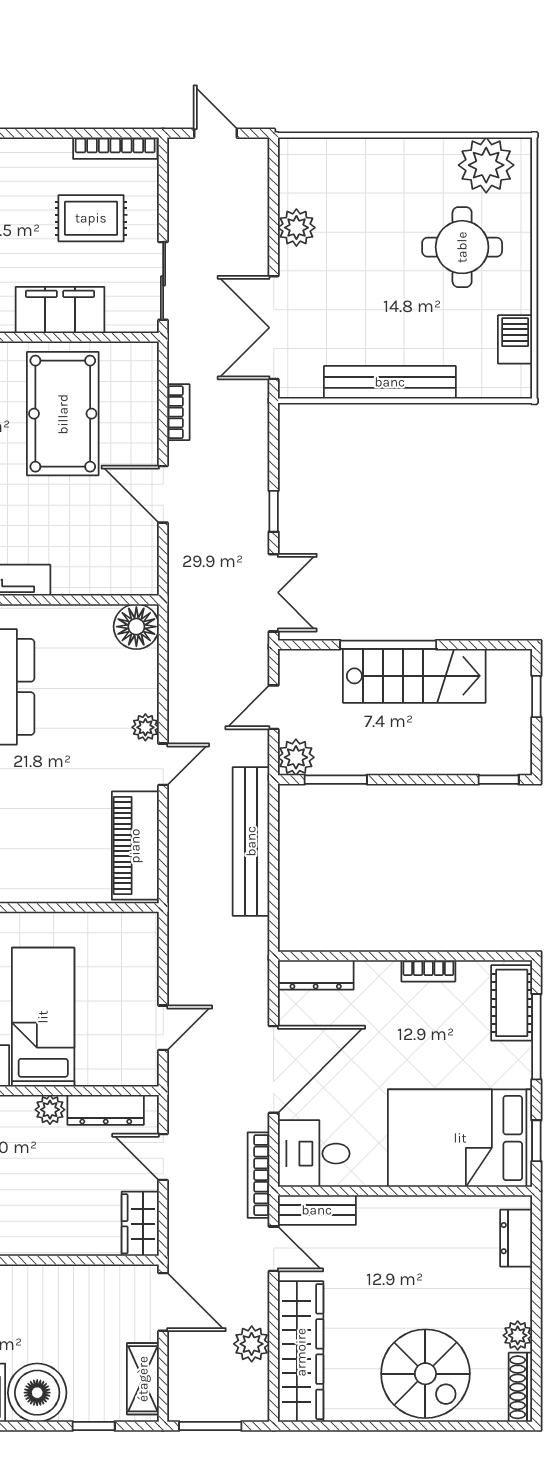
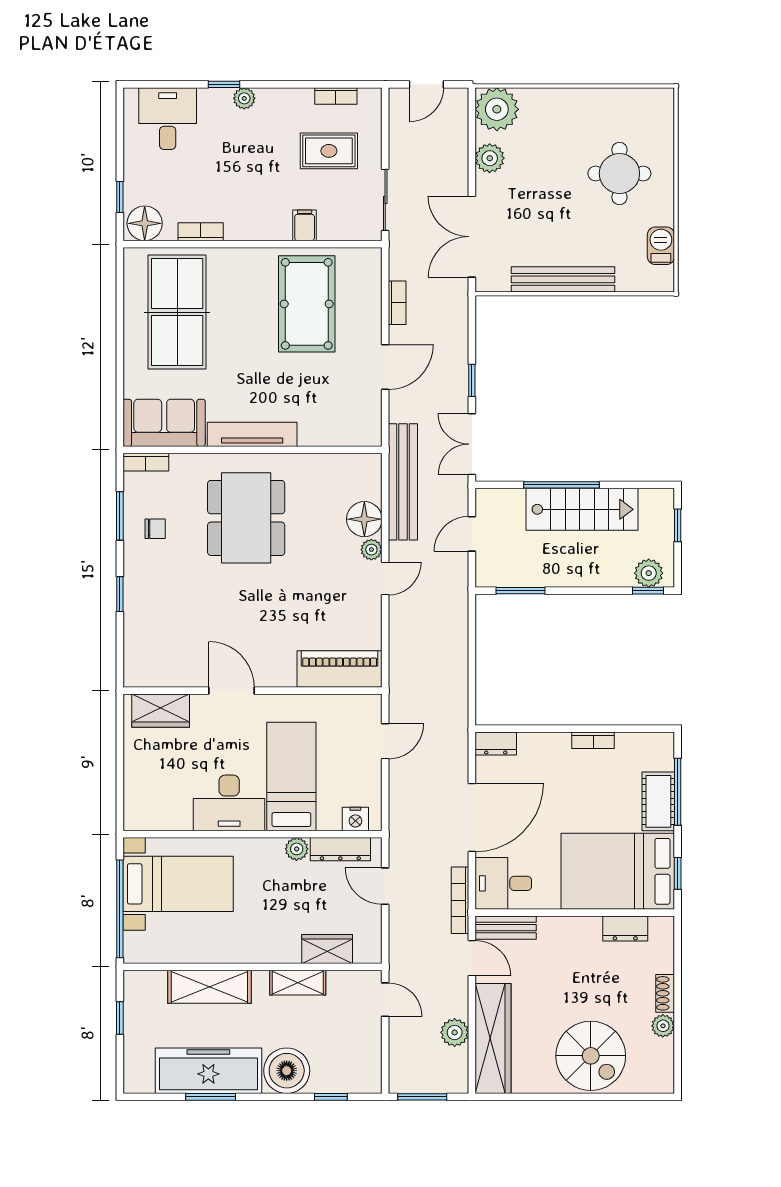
door: (216, 133) -> (426, 84), swing flipped
bookcase: (115, 148) -> (336, 96), width x0.64
plant: (486, 165) -> (497, 109), moved
filing cabinet: (60, 310) -> (305, 225), width x0.33, depth x0.86
door: (163, 494) -> (385, 367), swing flipped
double door: (274, 593) -> (472, 444), swing flipped
floor lamp: (136, 627) -> (364, 519), moved
plant: (296, 757) -> (649, 573), moved
bench: (251, 841) -> (403, 482), moved
piano: (135, 846) -> (340, 669), moved, turned 90
dresser: (316, 975) -> (496, 743), width x0.70
cot: (512, 1003) -> (658, 801), moved
door: (163, 1028) -> (385, 741), moved
nightstand: (125, 1071) -> (355, 819), added
wardrobe: (140, 1224) -> (327, 949), moved, turned 90
dresser: (516, 1238) -> (625, 929), moved, turned -90
door: (163, 1302) -> (385, 1000), width x0.73
shelving: (143, 1379) -> (298, 983), moved, turned 90
shoe rack: (520, 1387) -> (665, 993), moved, width x0.70

